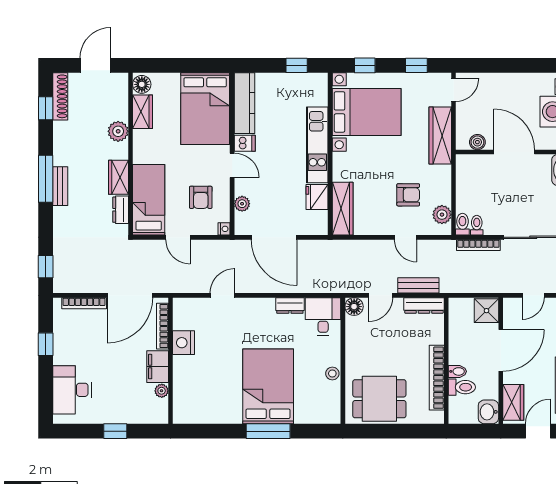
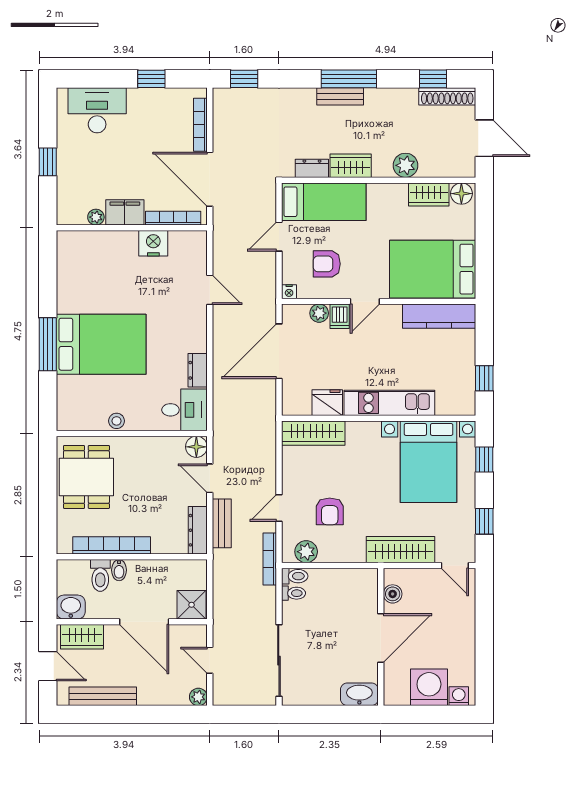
dishwasher: (245, 143) -> (340, 316), moved
bookcase: (478, 245) -> (270, 559), moved

